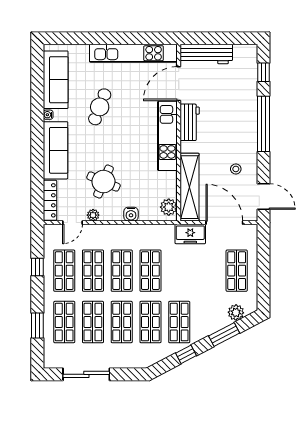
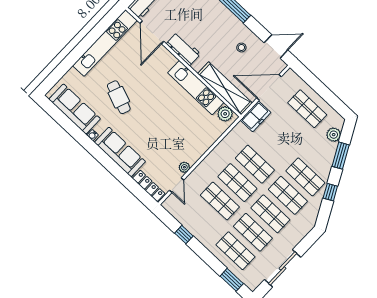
kitchen unit: (167, 136) -> (196, 88), moved
round table: (103, 182) -> (169, 140), removed
water cooler: (131, 214) -> (207, 142), removed
shop shelf: (64, 271) -> (202, 220), removed
window: (37, 326) -> (232, 280), moved

